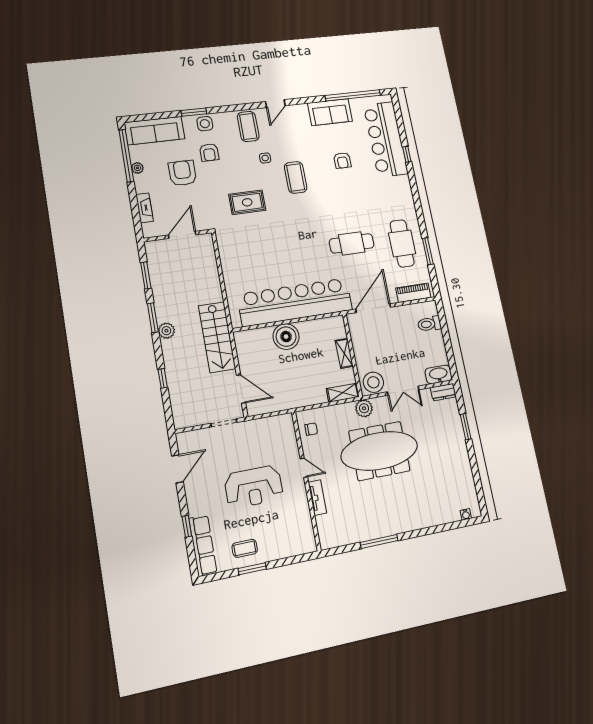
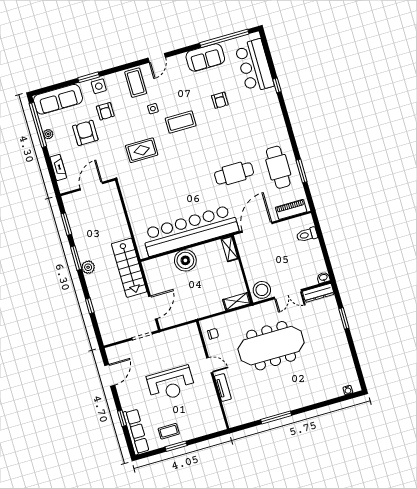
bar counter: (386, 139) -> (254, 66), width x0.73
coffee table: (296, 177) -> (181, 122), turned 90
shelving: (344, 353) -> (230, 249), moved
washbasin: (439, 374) -> (323, 278), width x0.52, depth x0.69
door: (241, 389) -> (153, 307), hinge flipped
dresser: (443, 392) -> (318, 293), width x1.44
plant: (364, 408) -> (256, 312), removed

